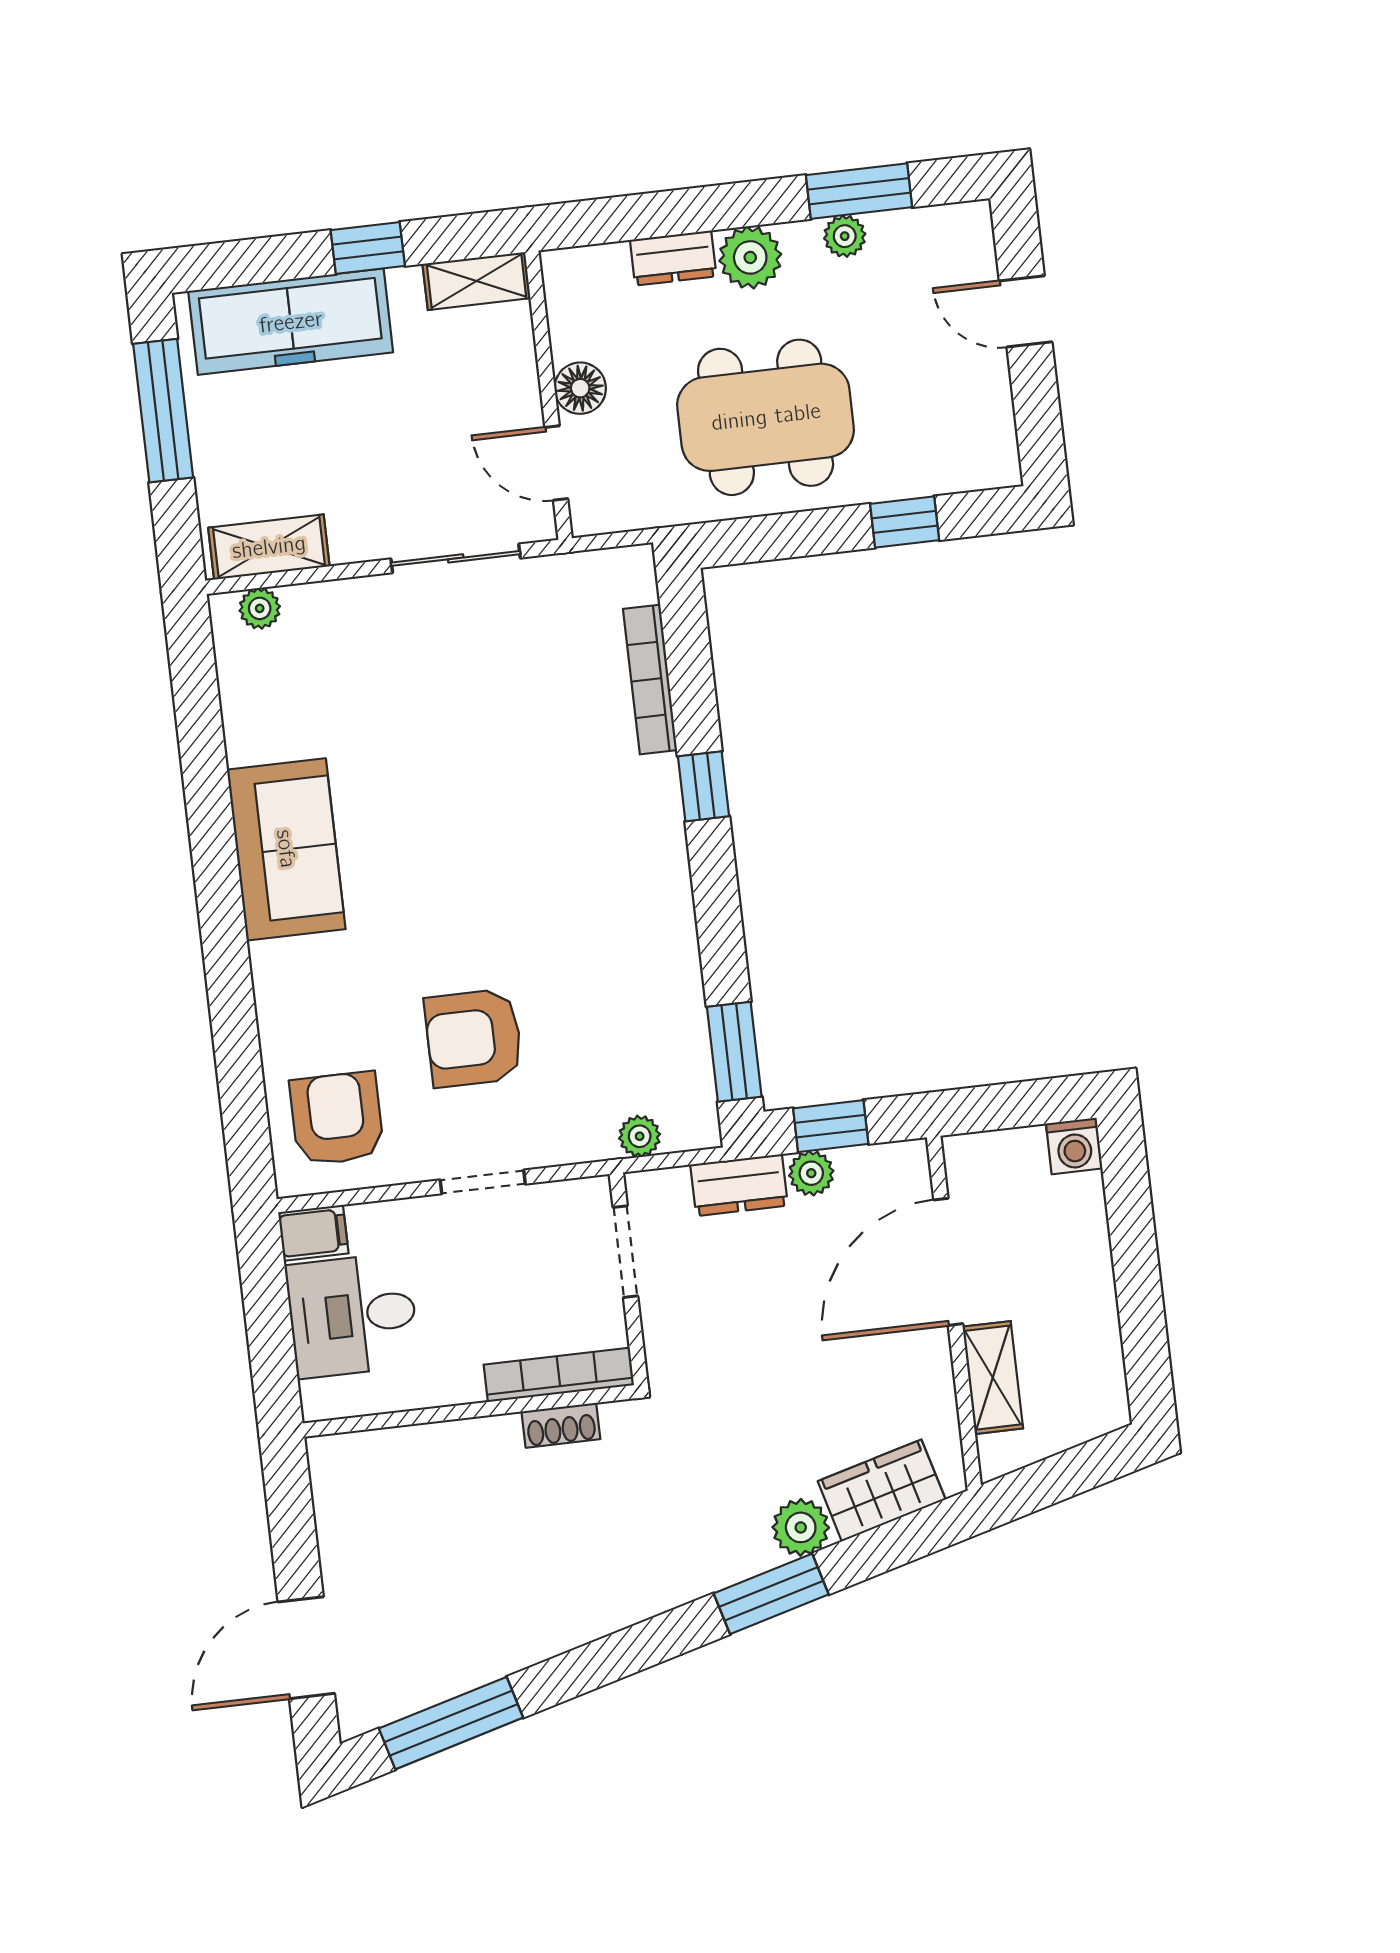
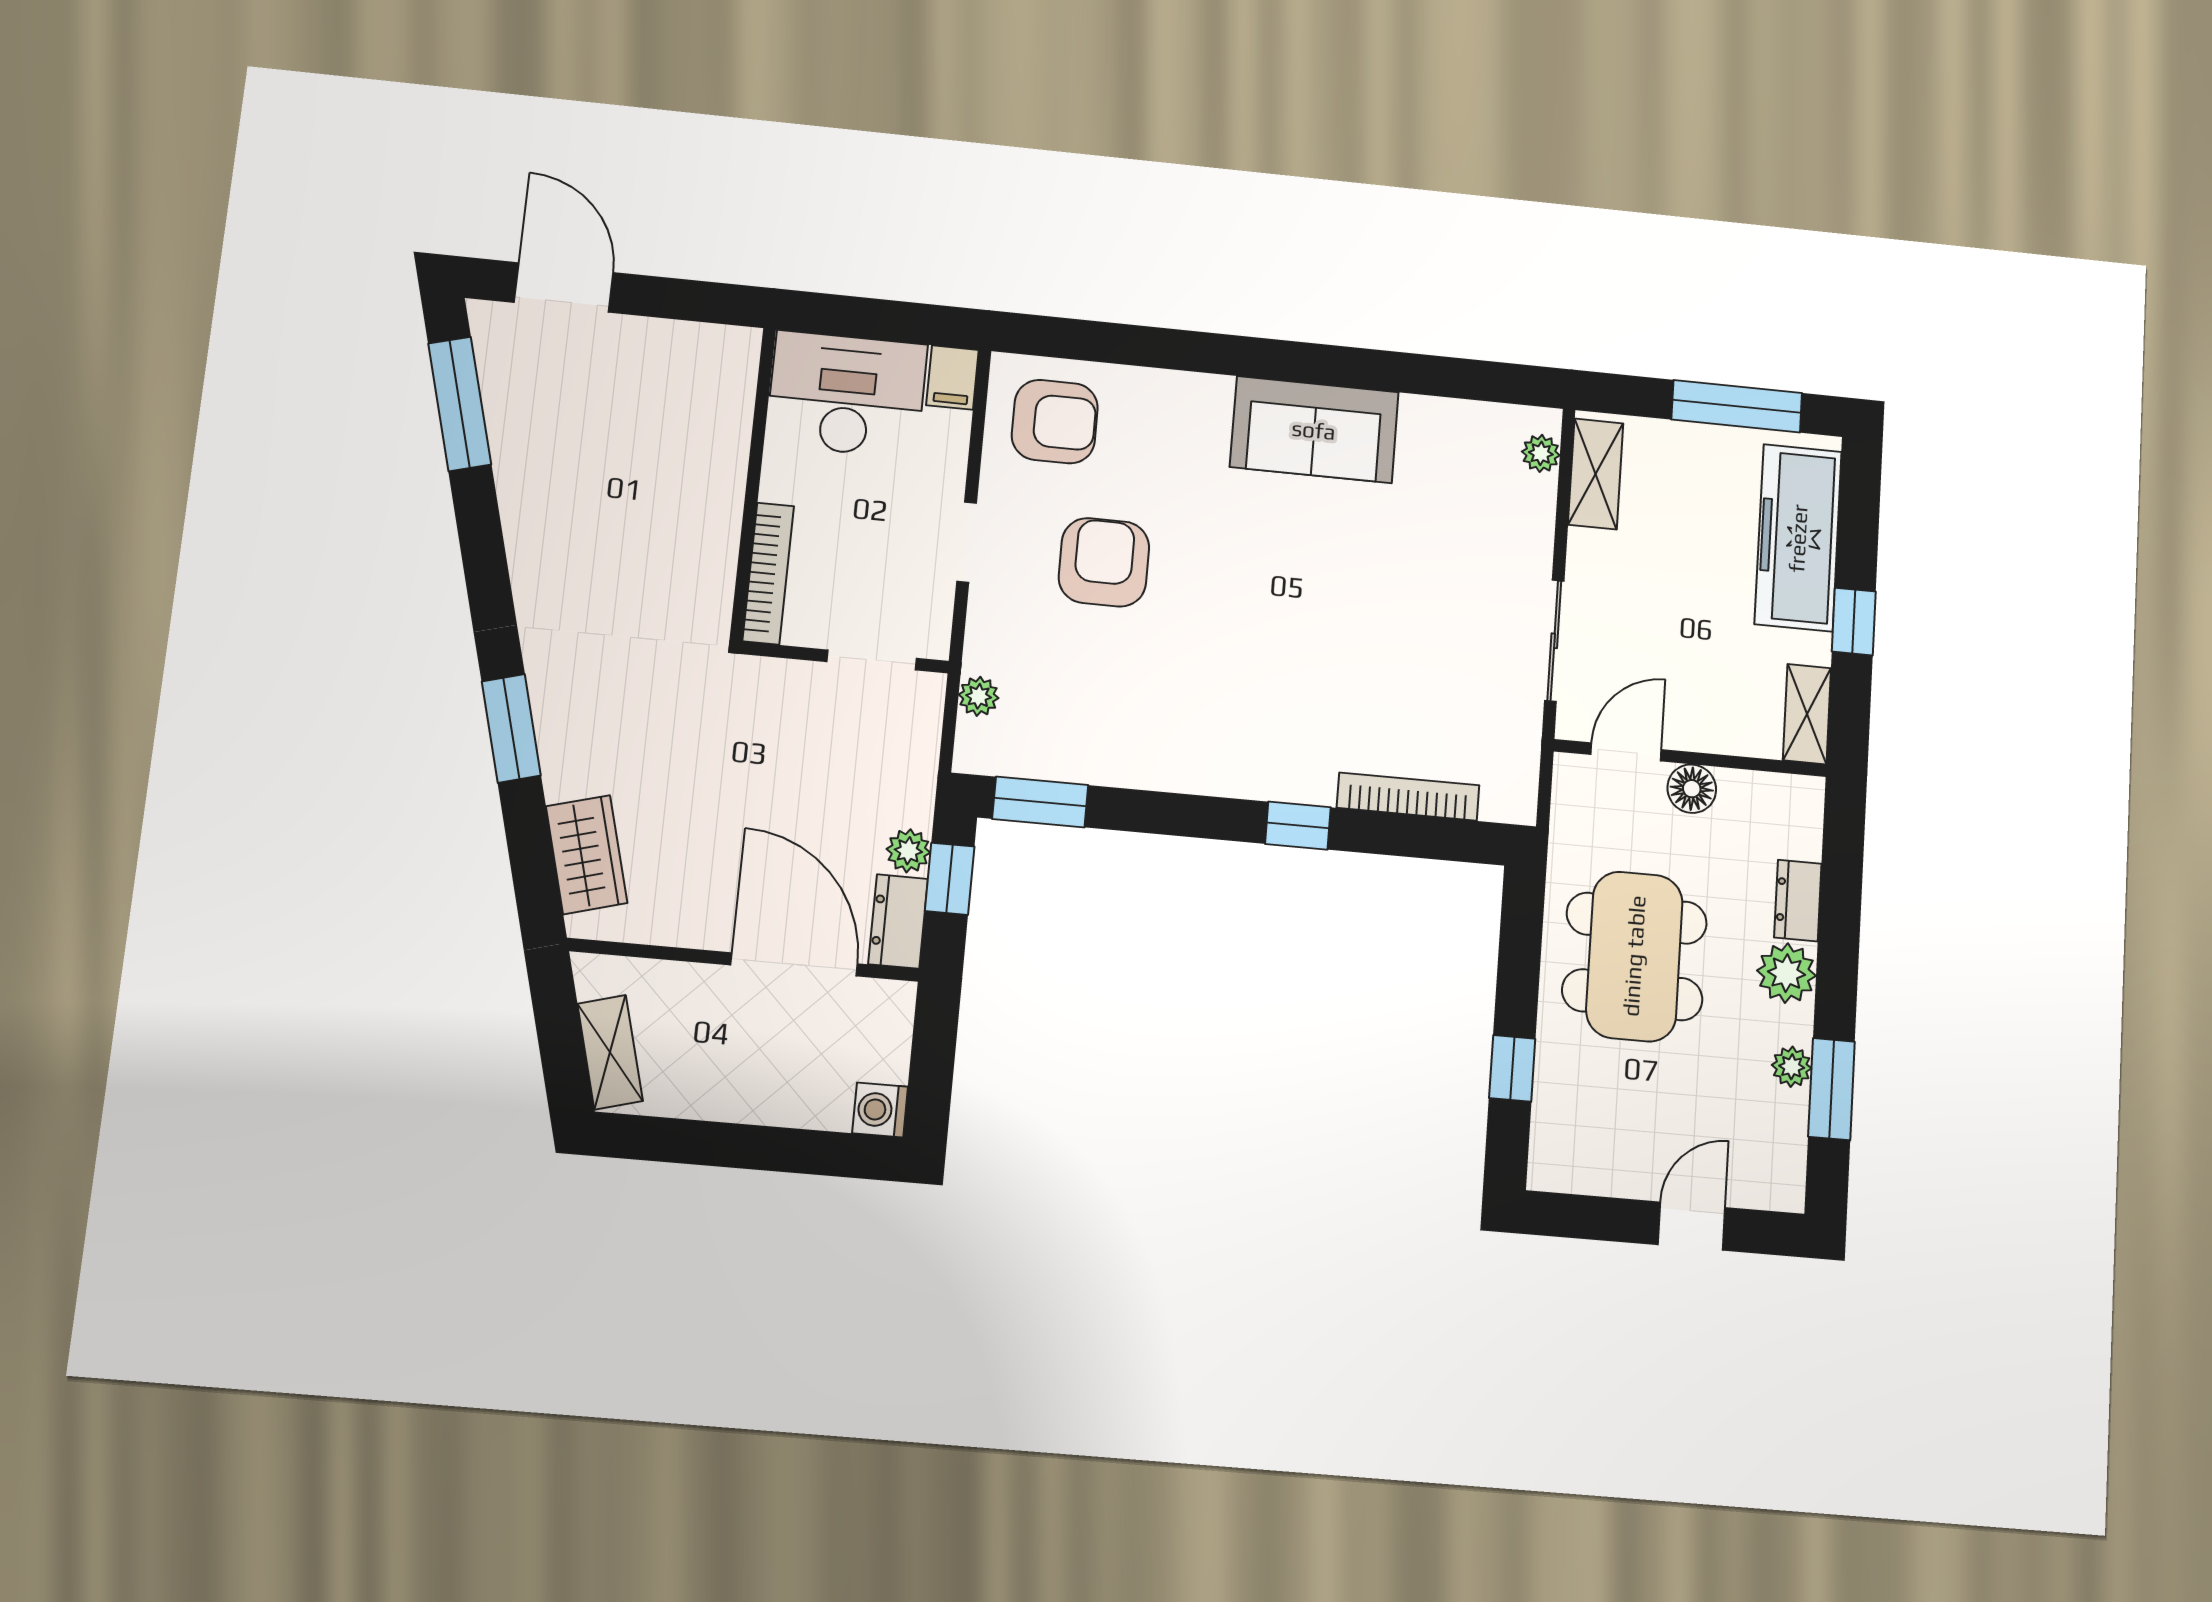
dresser: (739, 1185) -> (898, 921), moved
desk: (352, 1315) -> (847, 394), width x1.37
shelving: (993, 1378) -> (610, 1052), moved, turned 75
shoe rack: (561, 1425) -> (720, 565), removed
plant: (801, 1527) -> (569, 770), removed

